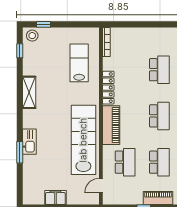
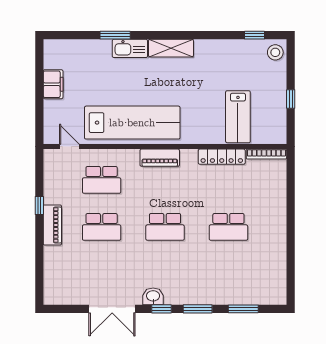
window: (43, 24) -> (291, 99), moved
lab bench: (79, 63) -> (238, 117), turned 90
locker: (108, 88) -> (222, 157), moved
shelving: (29, 92) -> (171, 48), moved
piano: (111, 125) -> (160, 158), width x0.73, depth x0.75

